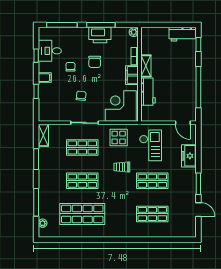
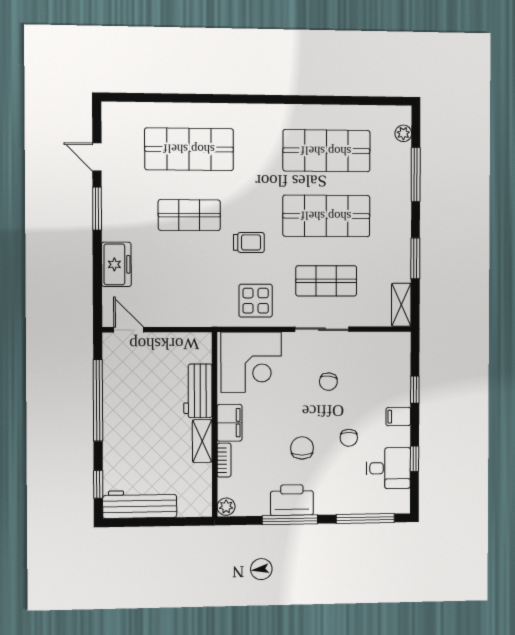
workbench: (183, 34) -> (140, 504), width x1.38
checkout: (151, 145) -> (193, 285), removed
shop shelf: (82, 181) -> (326, 216), width x1.43, depth x1.36
shop shelf: (152, 214) -> (189, 149), width x1.43, depth x1.36

